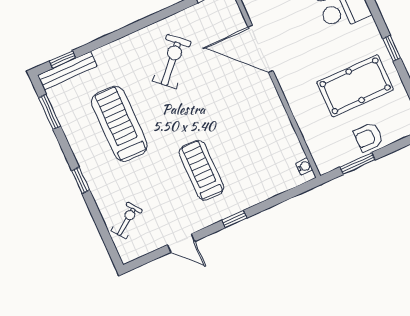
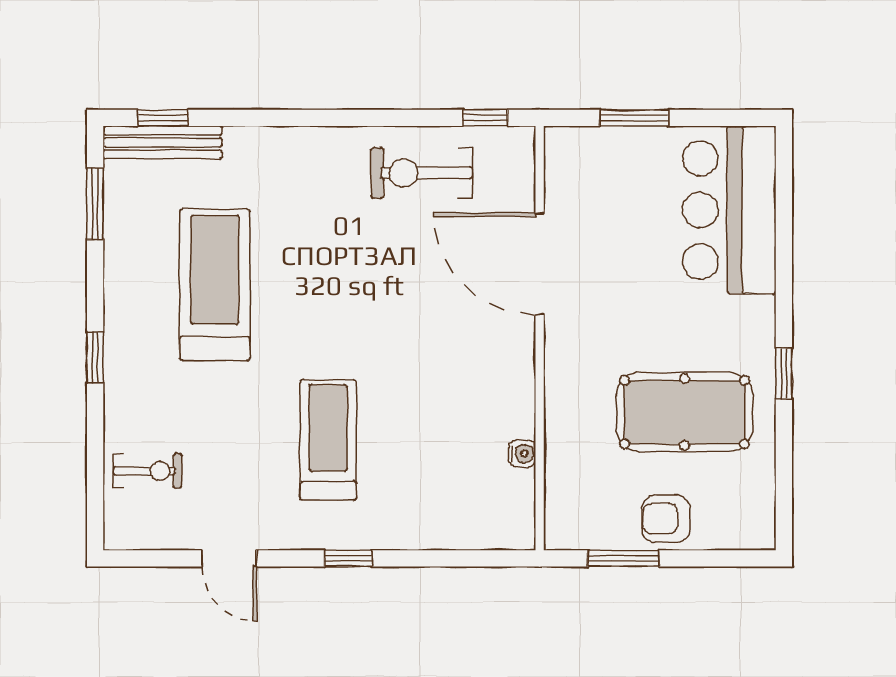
exercise bike: (172, 61) -> (422, 173), moved, turned -132
water cooler: (304, 166) -> (522, 454), moved
exercise bike: (127, 220) -> (148, 471), turned 36

